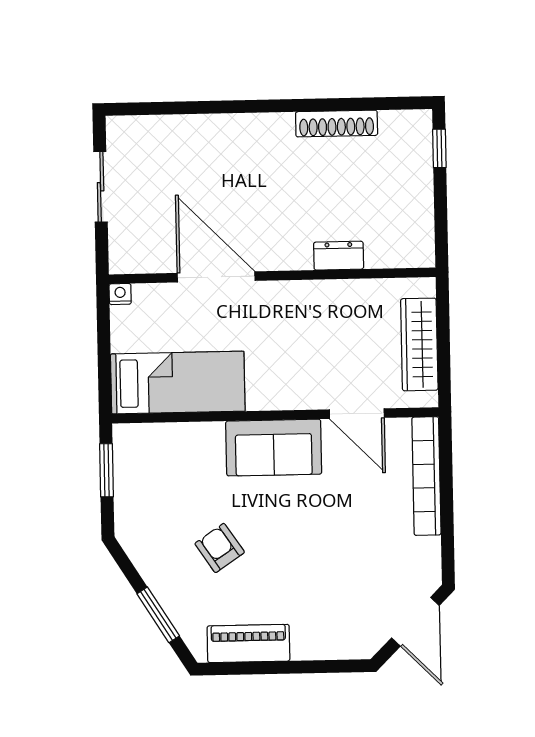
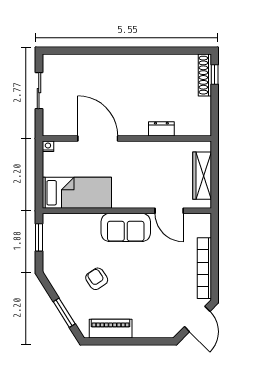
shoe rack: (337, 124) -> (205, 75), moved, turned 90
bookcase: (426, 476) -> (204, 268), moved

